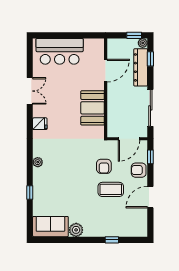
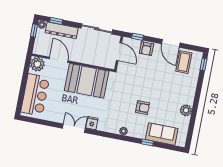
plant: (96, 47) -> (37, 64), added
double door: (30, 91) -> (74, 128), moved
booth: (93, 108) -> (87, 81), width x1.36, depth x1.42
armchair: (104, 166) -> (143, 108), moved
coffee table: (111, 189) -> (184, 62), moved
sofa: (50, 227) -> (162, 134), moved, turned 90
window: (112, 240) -> (203, 64), moved

